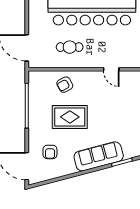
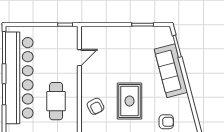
cafe table: (70, 47) -> (56, 101), width x1.37, depth x1.35

